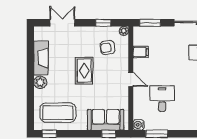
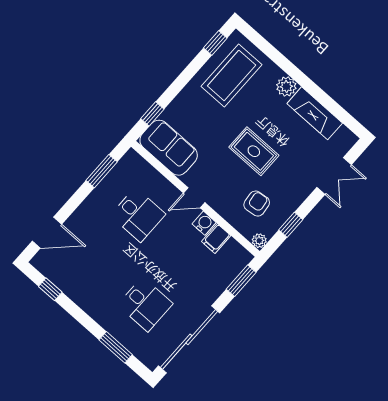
sofa: (106, 120) -> (169, 148), moved, turned -90
water cooler: (139, 125) -> (204, 223), moved

